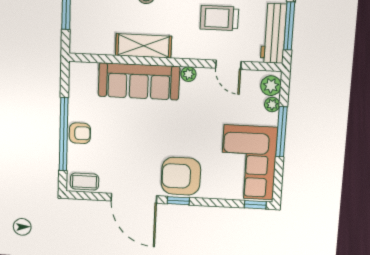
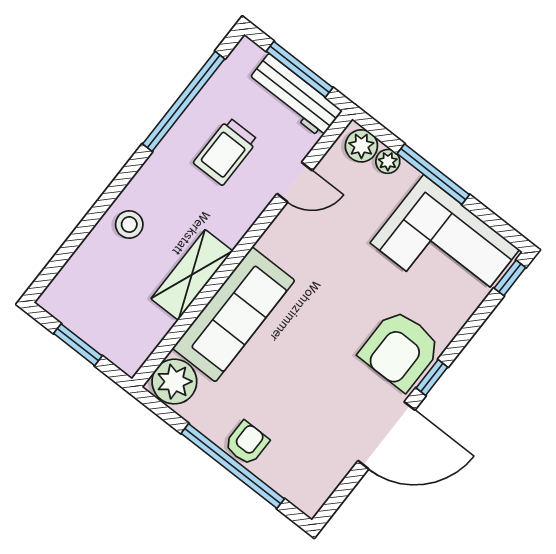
plant: (188, 74) -> (174, 382), moved, width x1.88, depth x1.88
coffee table: (85, 182) -> (317, 486), removed

